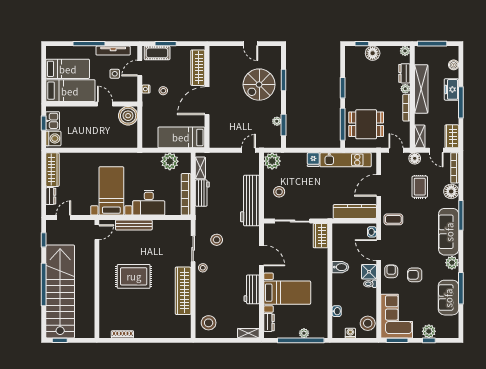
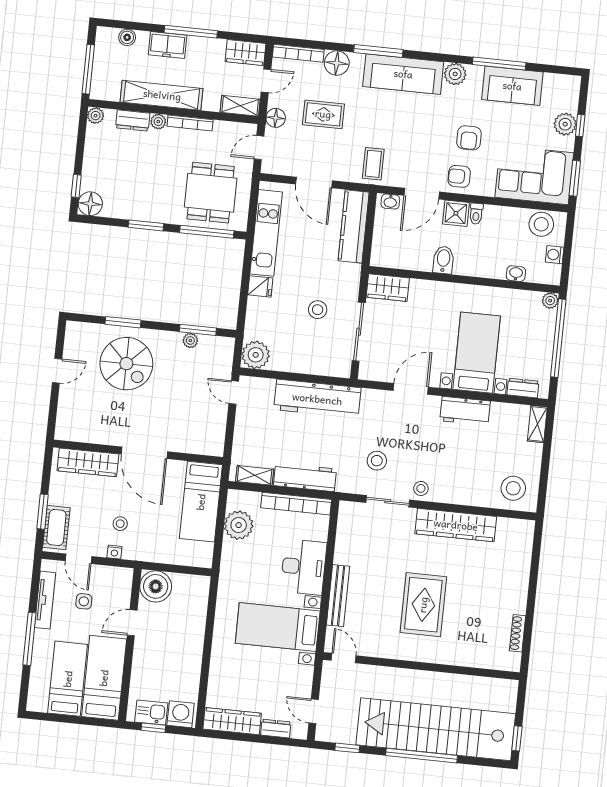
floor lamp: (373, 53) -> (90, 204), moved
stool: (279, 192) -> (318, 310), moved
workbench: (202, 193) -> (305, 477), width x1.38
plant: (304, 333) -> (550, 301), moved

